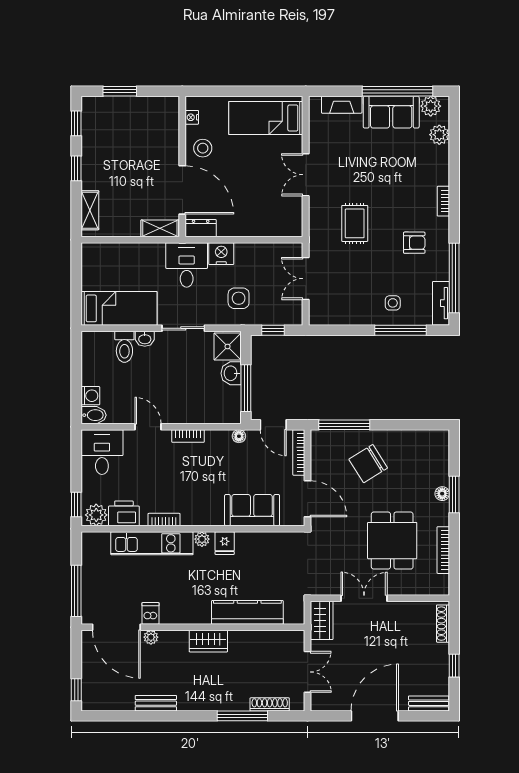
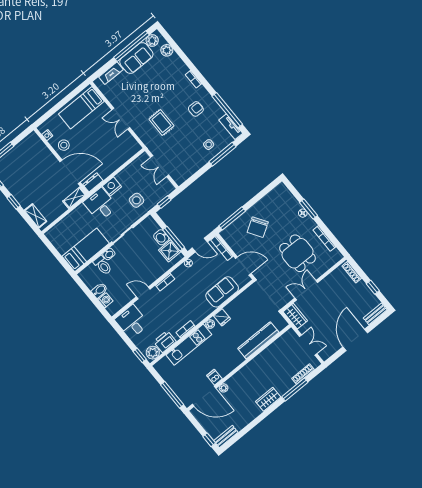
shower: (228, 346) -> (170, 251), moved
bidet: (94, 415) -> (100, 290), moved
wardrobe: (208, 641) -> (268, 399), moved, turned 180
bench: (156, 703) -> (226, 437), moved

